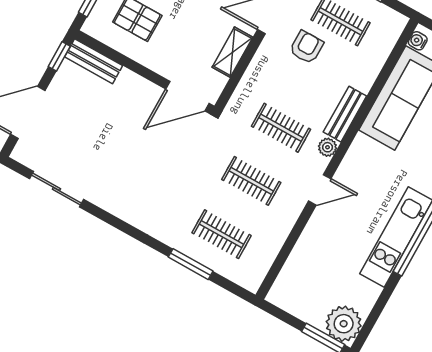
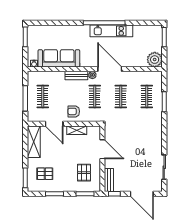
armchair: (306, 47) -> (74, 111), moved
door: (187, 96) -> (102, 149), moved
door: (320, 190) -> (110, 69), width x1.87
plant: (344, 324) -> (155, 60), moved

